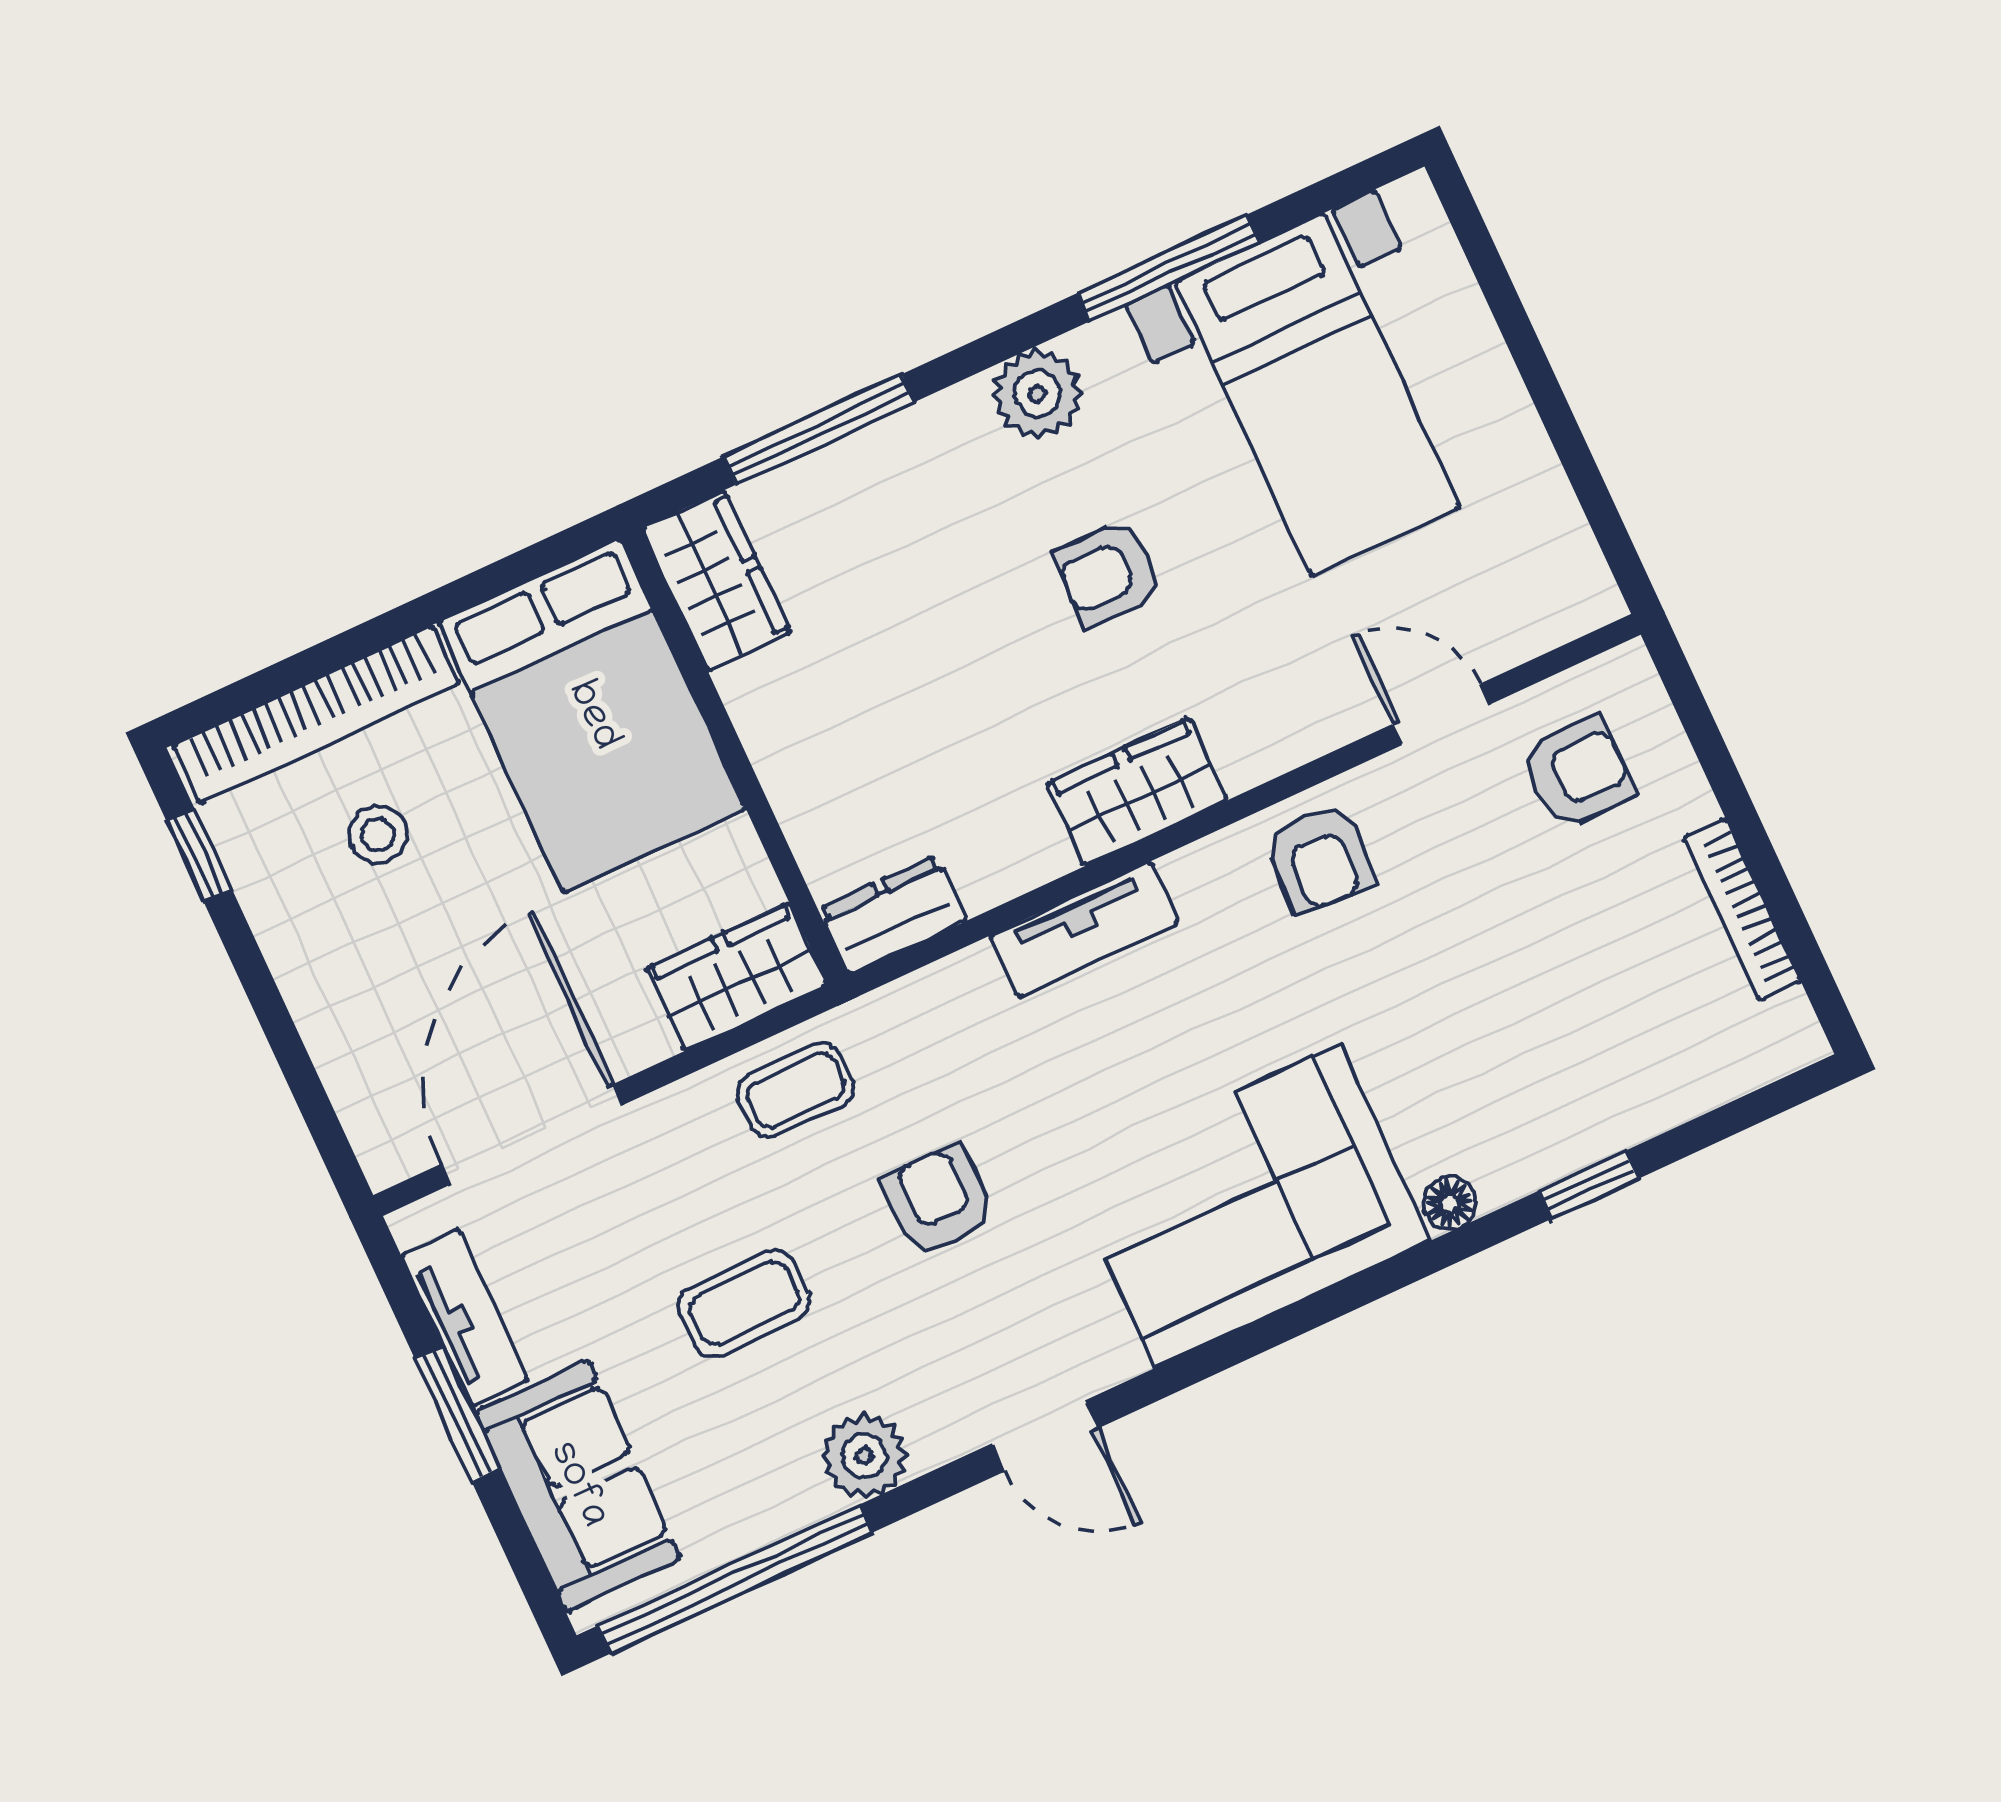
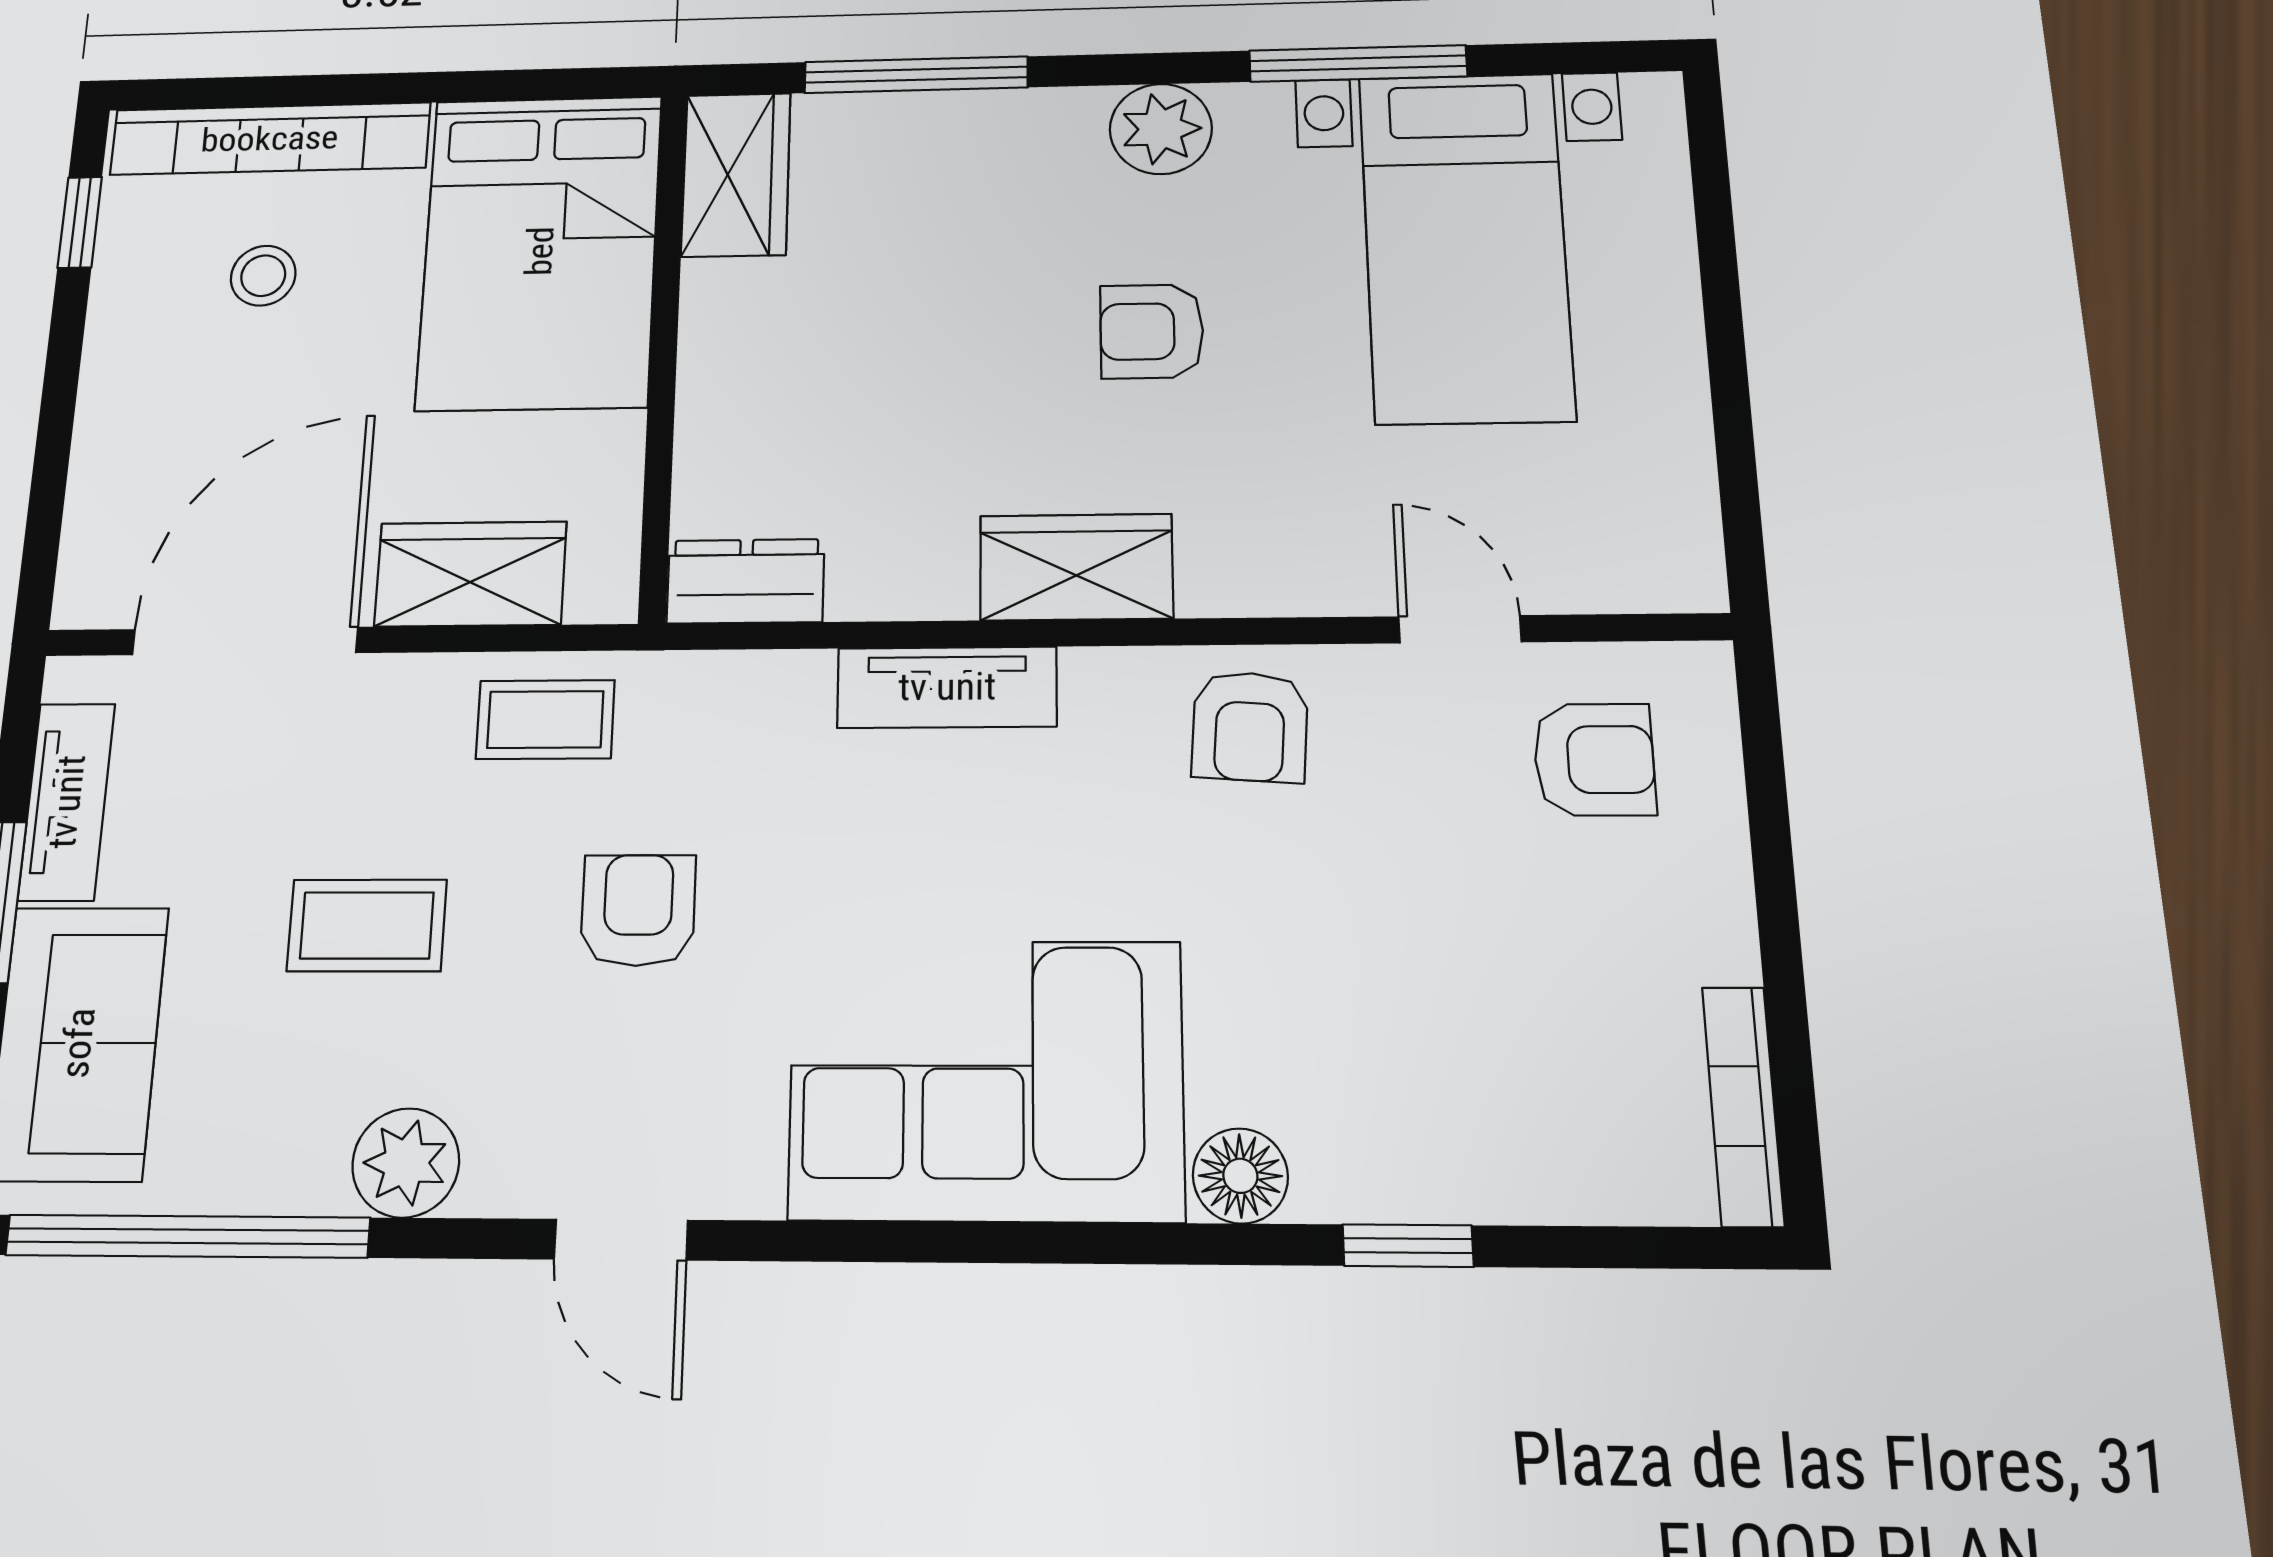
bookcase: (1742, 909) -> (1743, 1106), moved
wardrobe: (737, 977) -> (471, 574), moved
floor lamp: (1449, 1203) -> (1240, 1176), width x1.37, depth x1.37

